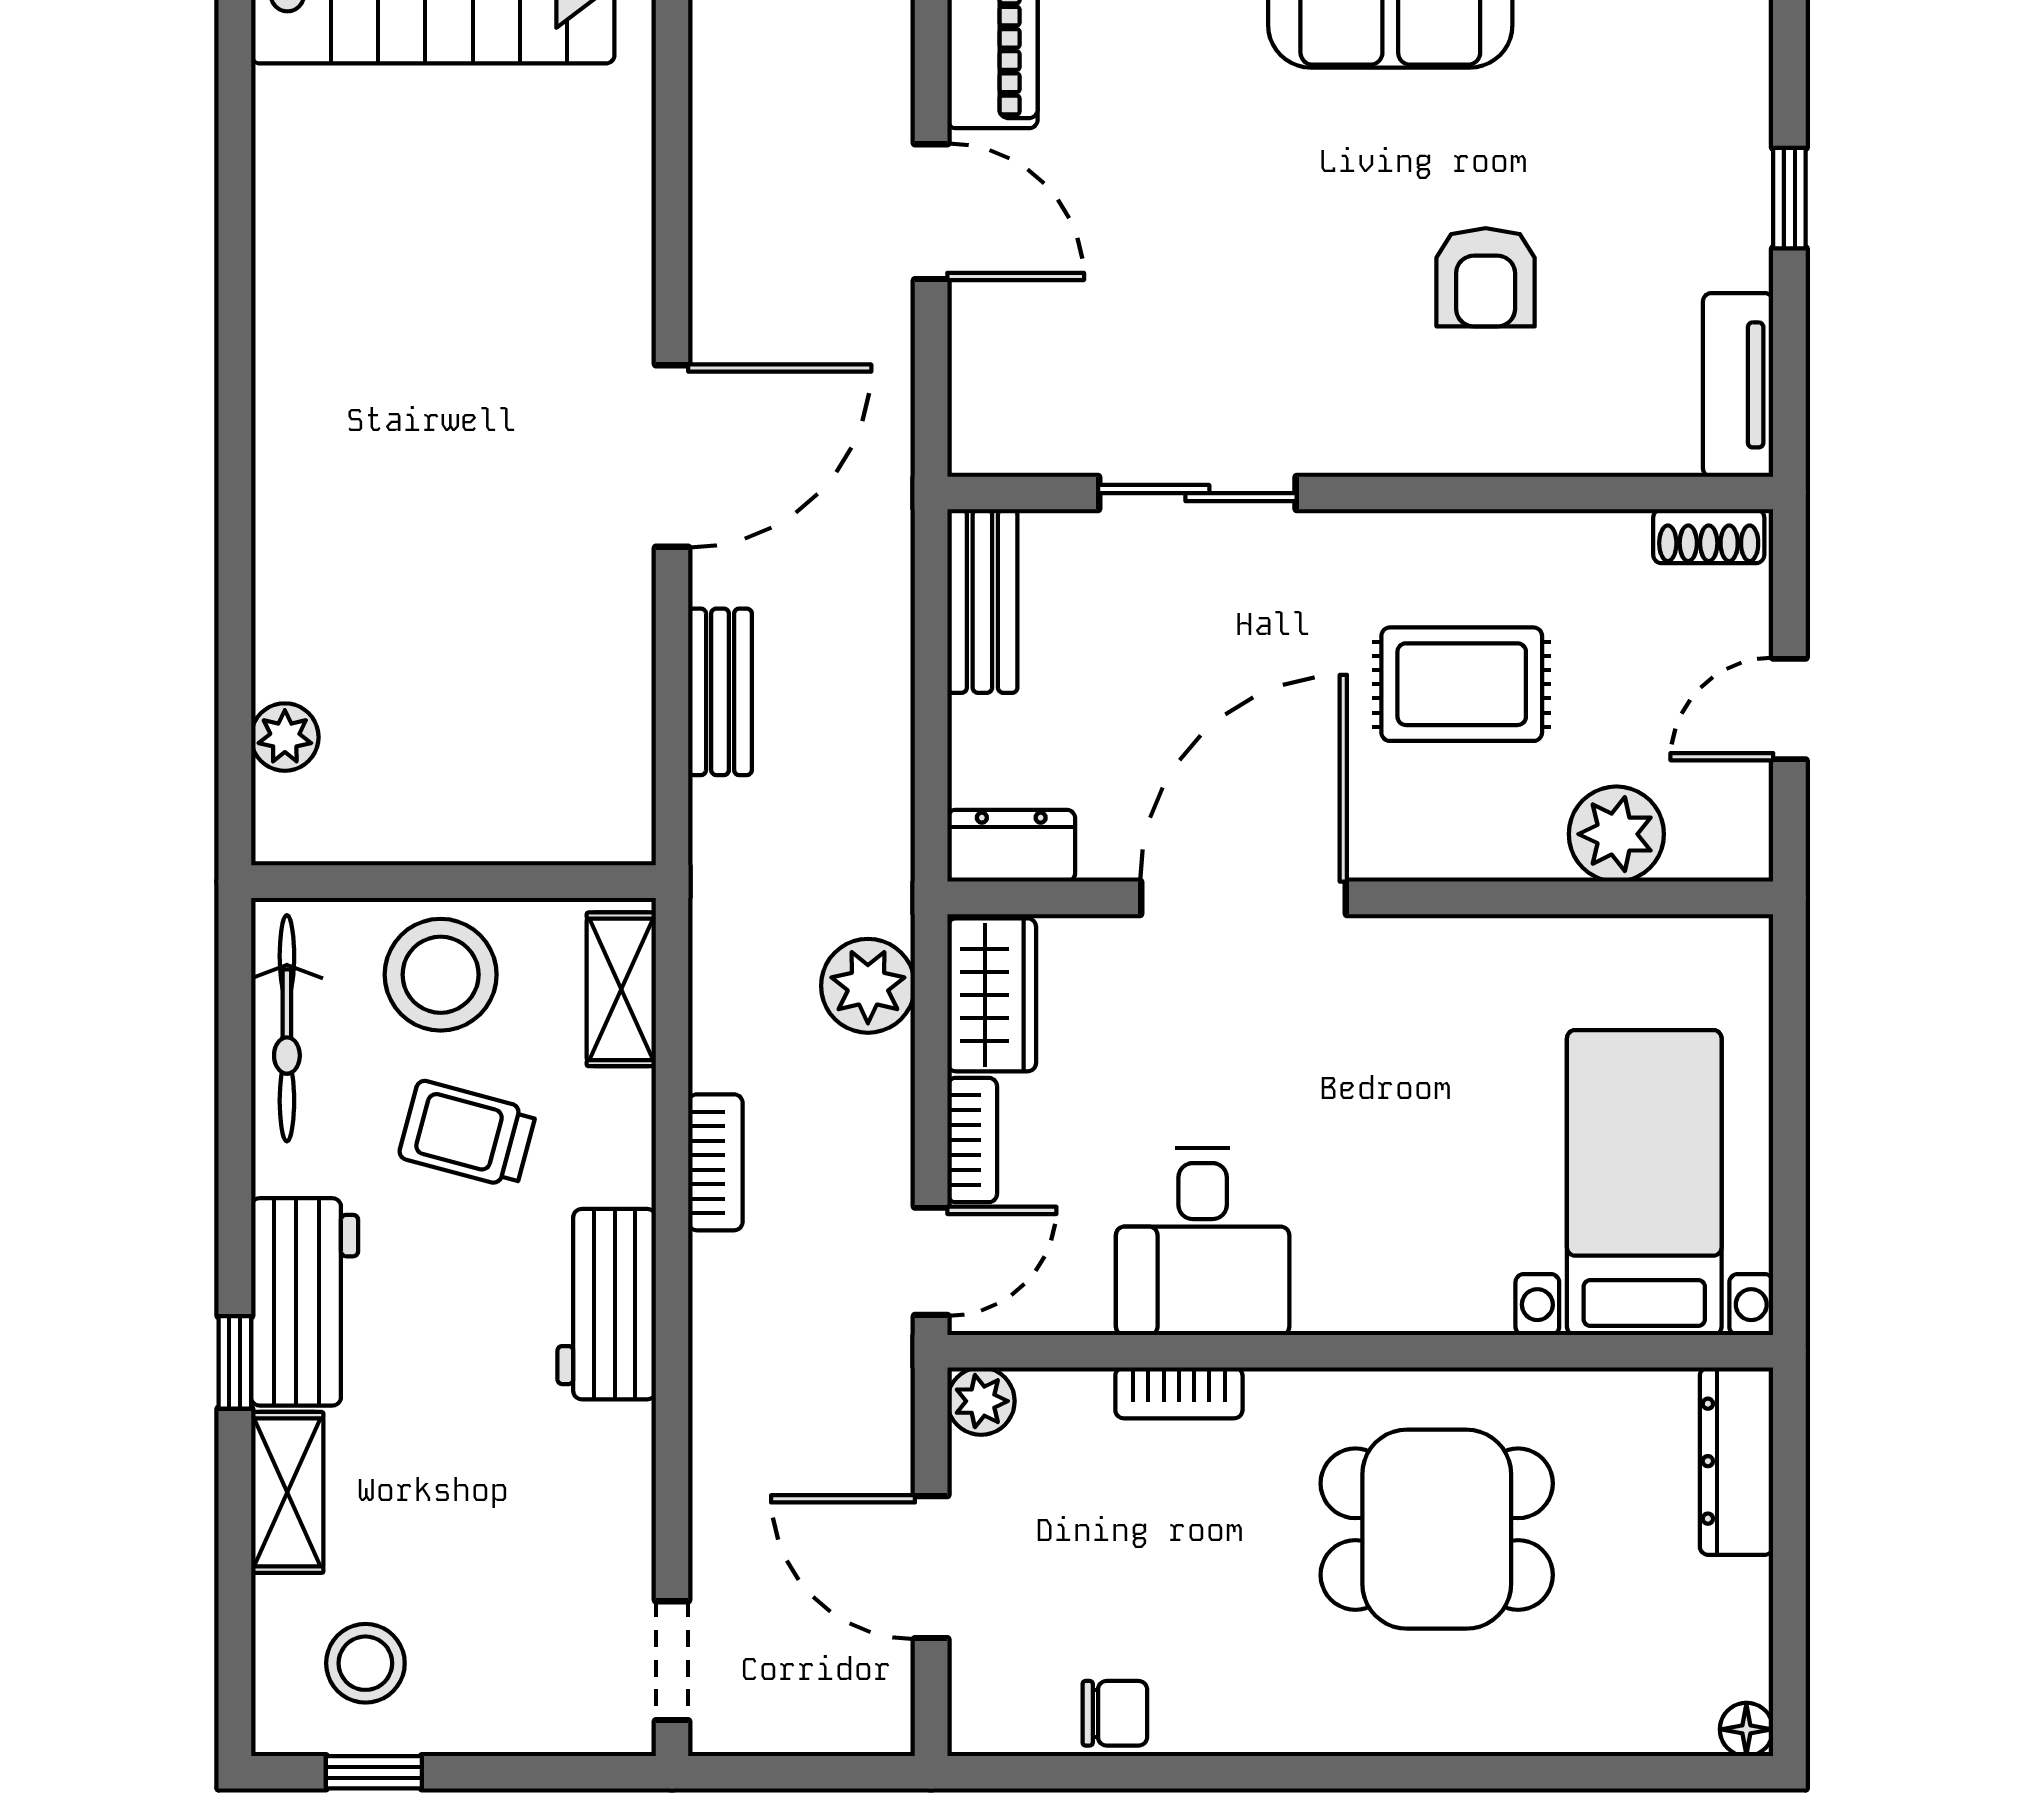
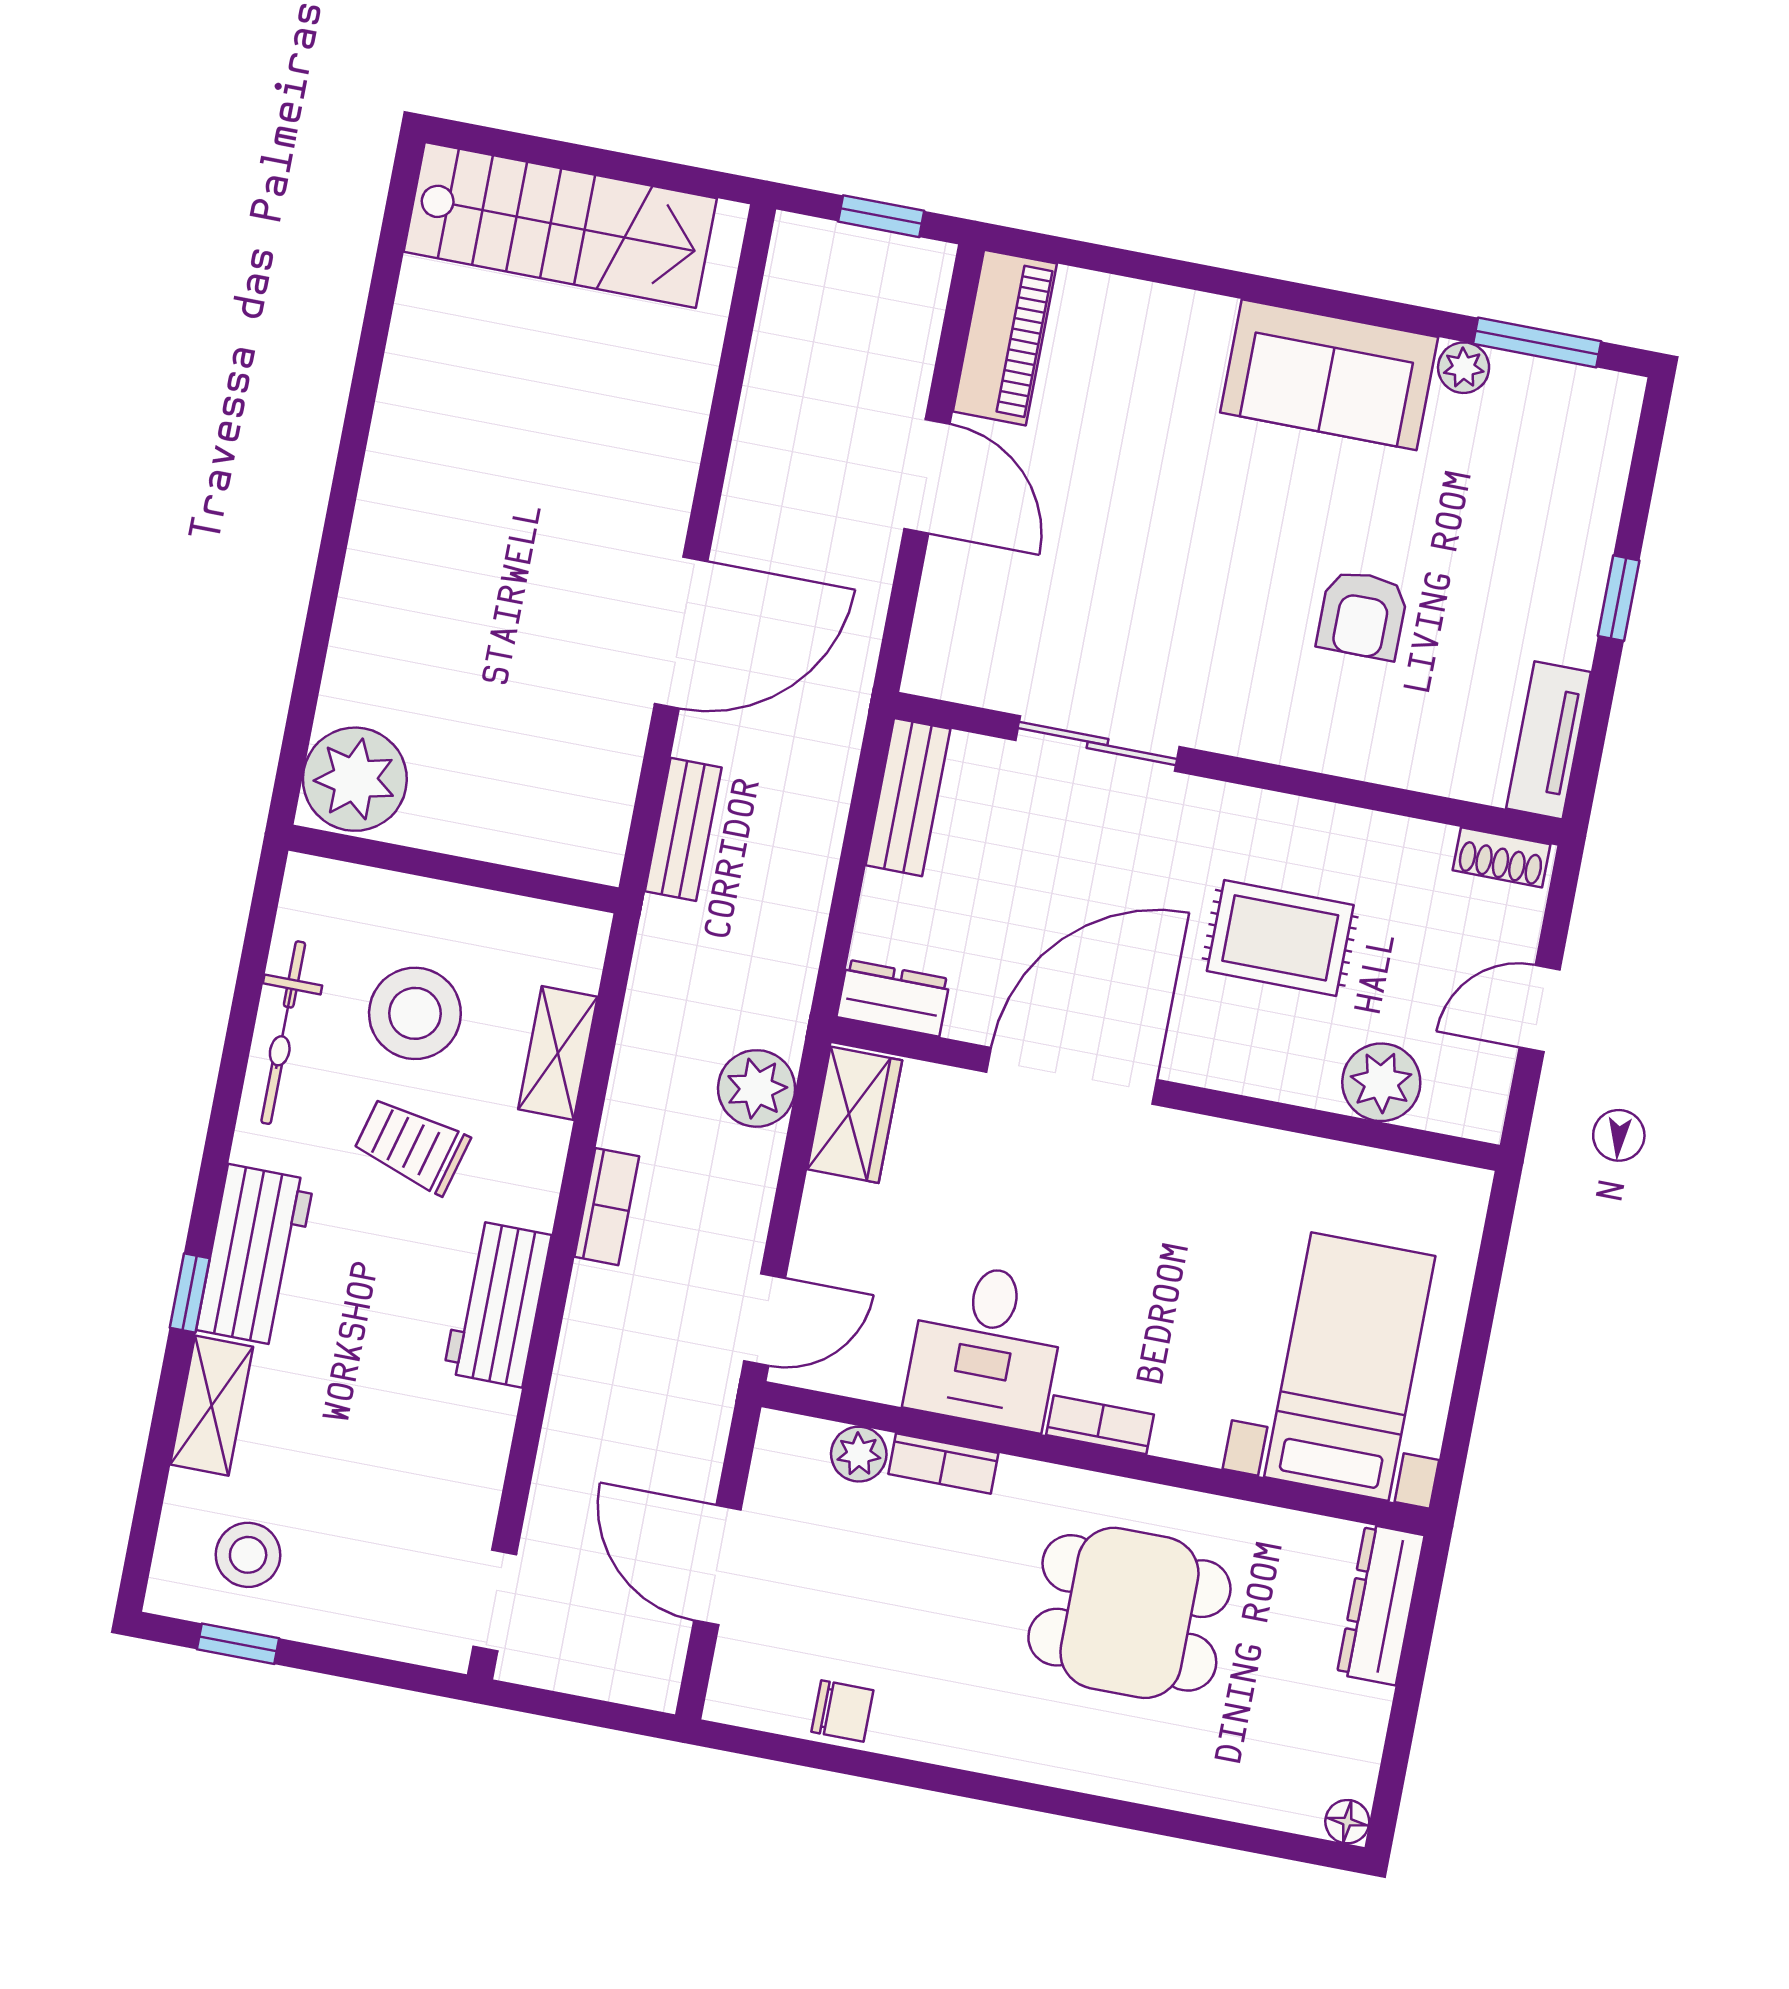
plant: (285, 737) -> (355, 779), width x1.88, depth x1.88
wall: (453, 882) -> (453, 869), moved
bookcase: (972, 1140) -> (1100, 1425), moved, turned -90
plant: (981, 1401) -> (859, 1454), moved

